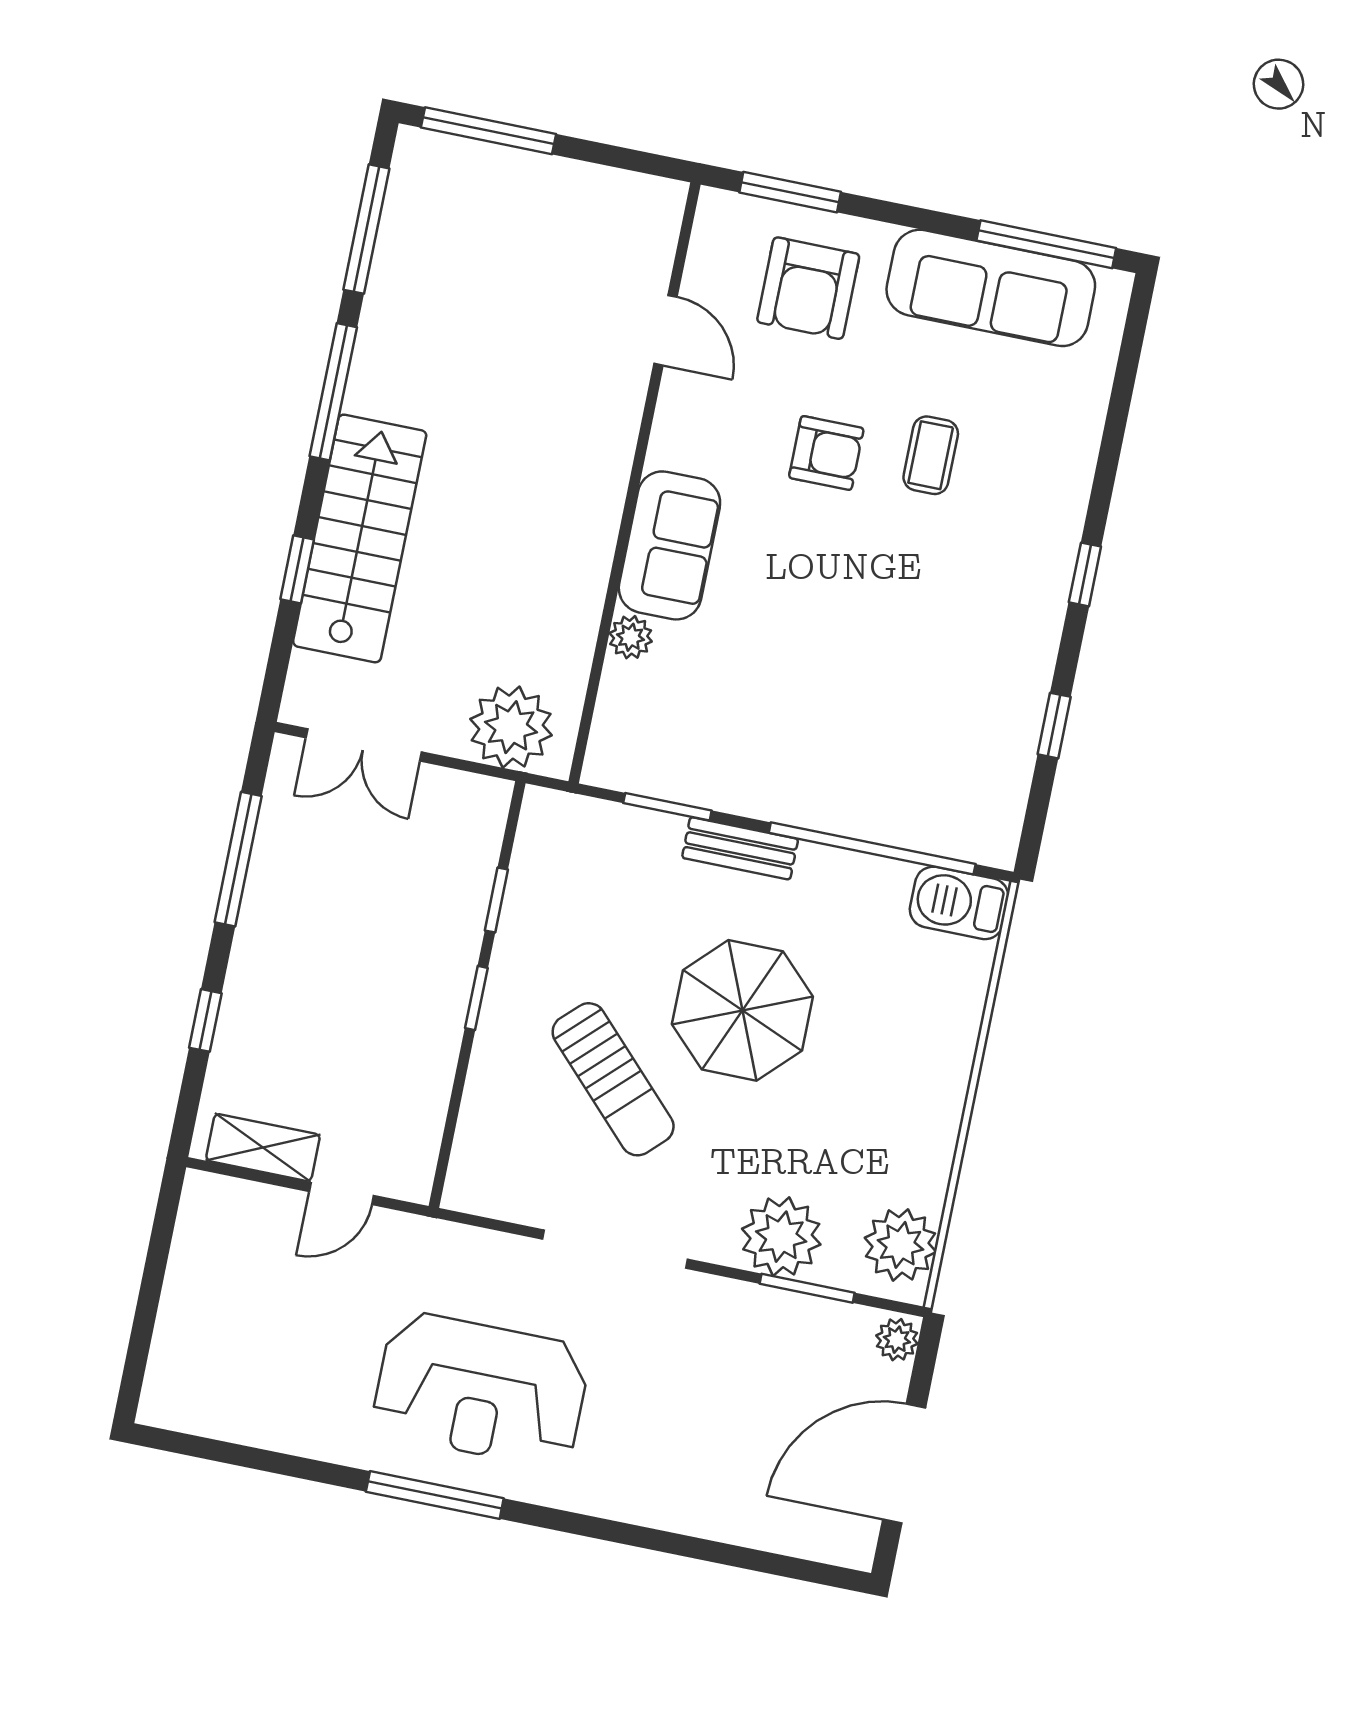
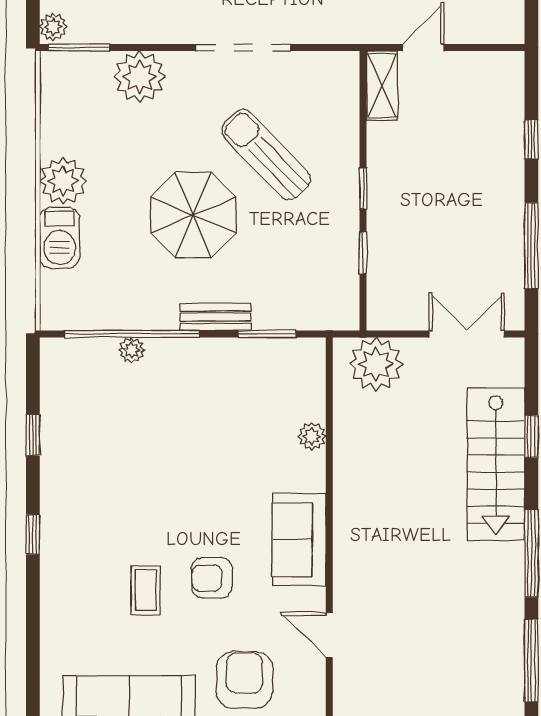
sofa: (669, 545) -> (299, 540), moved
plant: (878, 824) -> (132, 350), added
barbecue: (959, 903) -> (59, 238), moved, turned 90
shelving: (263, 1148) -> (382, 86), moved, turned 90
plant: (901, 1245) -> (63, 181), moved
window: (807, 1288) -> (79, 48), moved

